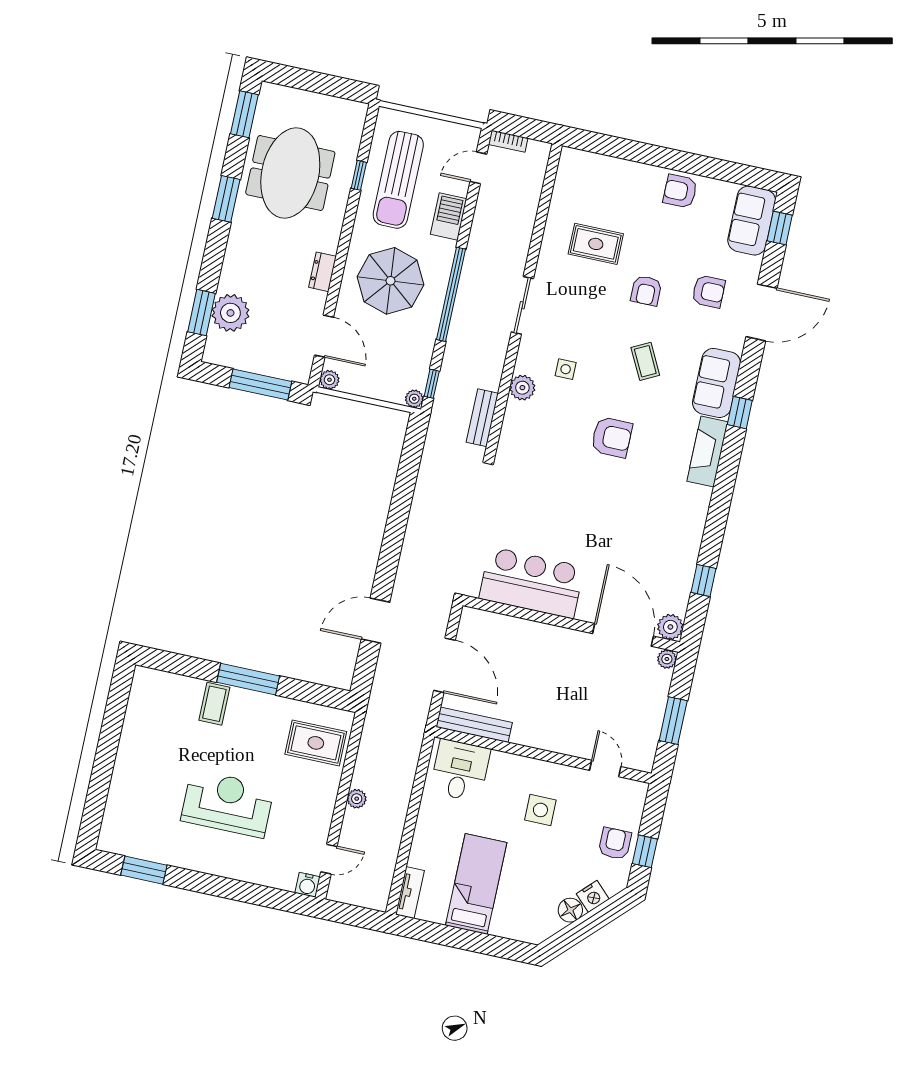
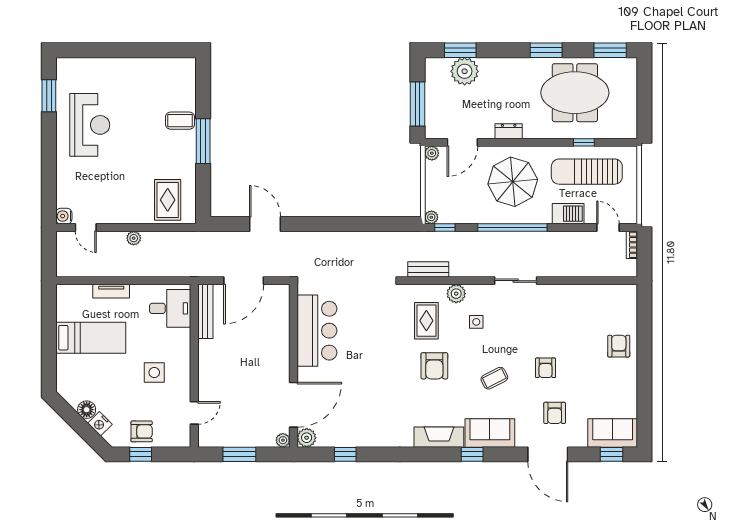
armchair: (680, 191) -> (619, 346), moved
rug: (596, 244) -> (426, 321), moved
armchair: (646, 291) -> (546, 368), turned -90
reception desk: (228, 804) -> (90, 125), moved
tv unit: (410, 893) -> (111, 291), moved

